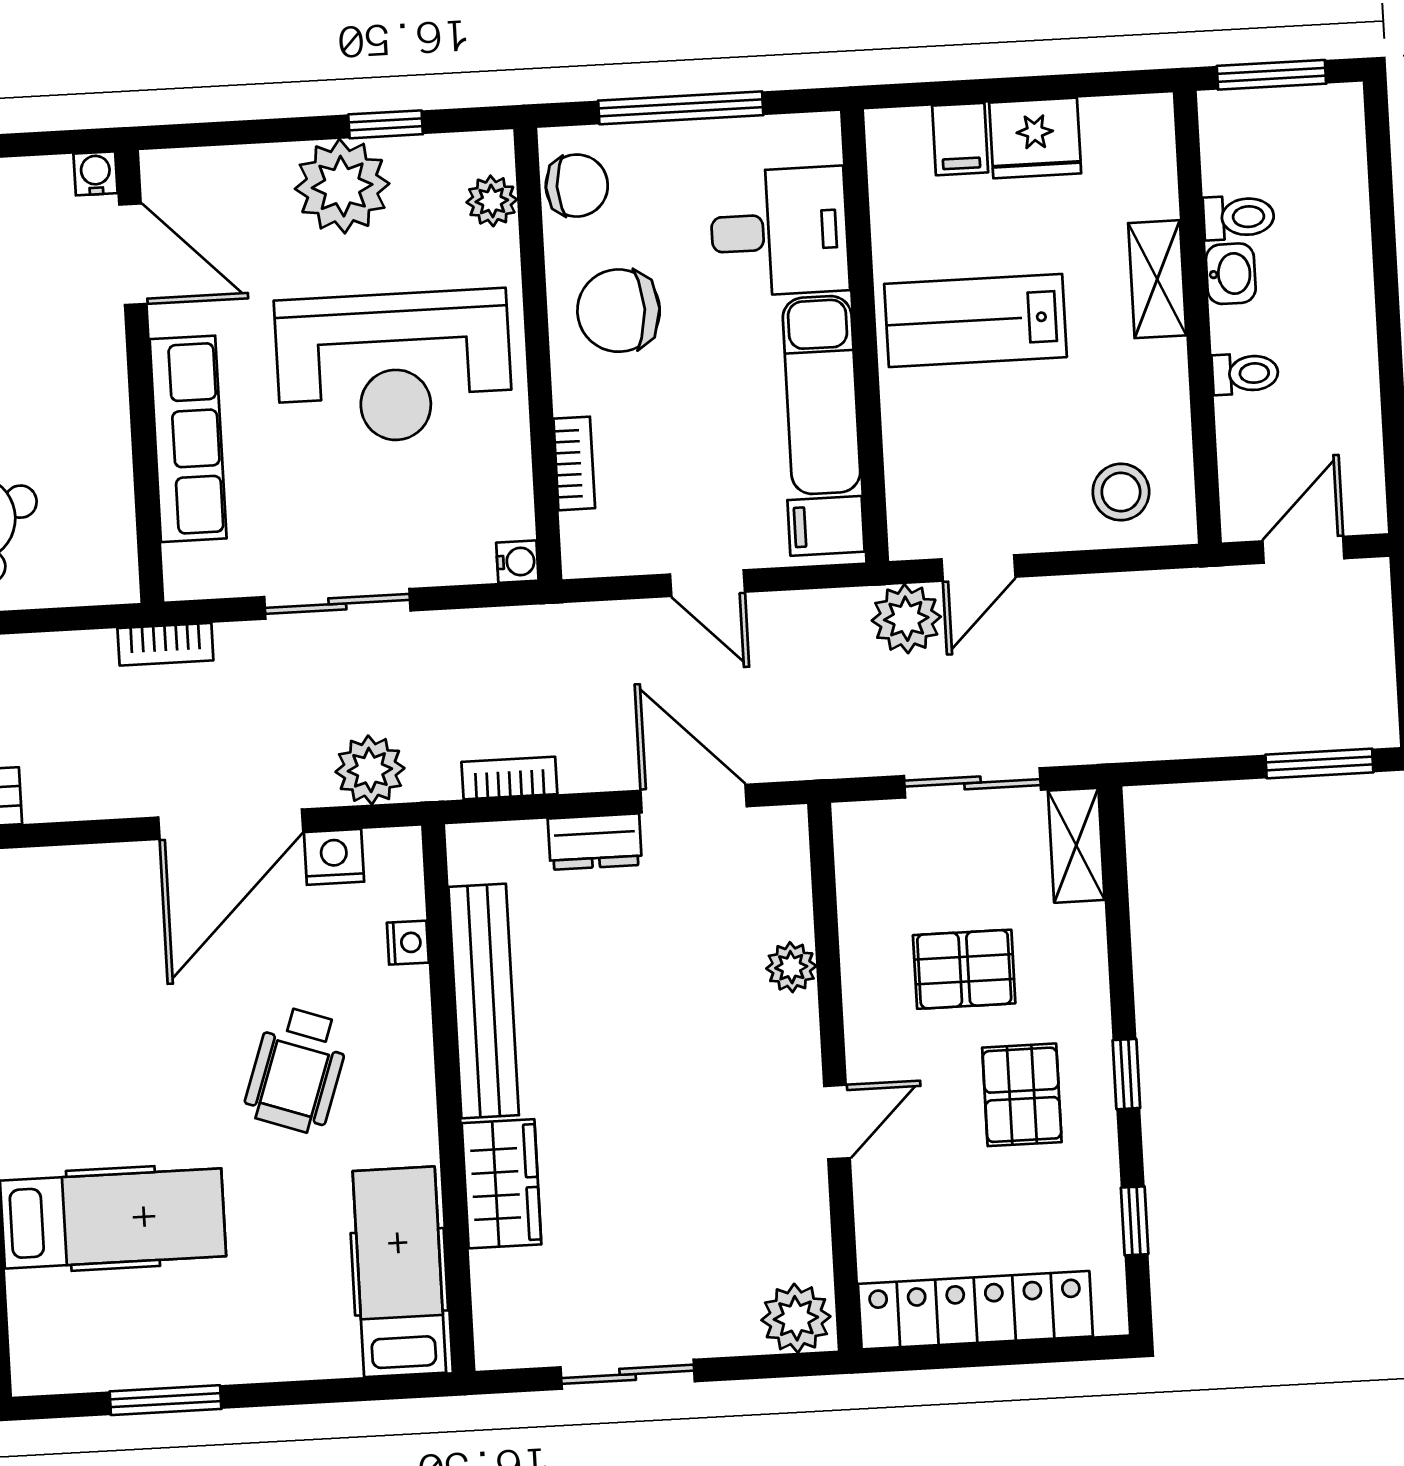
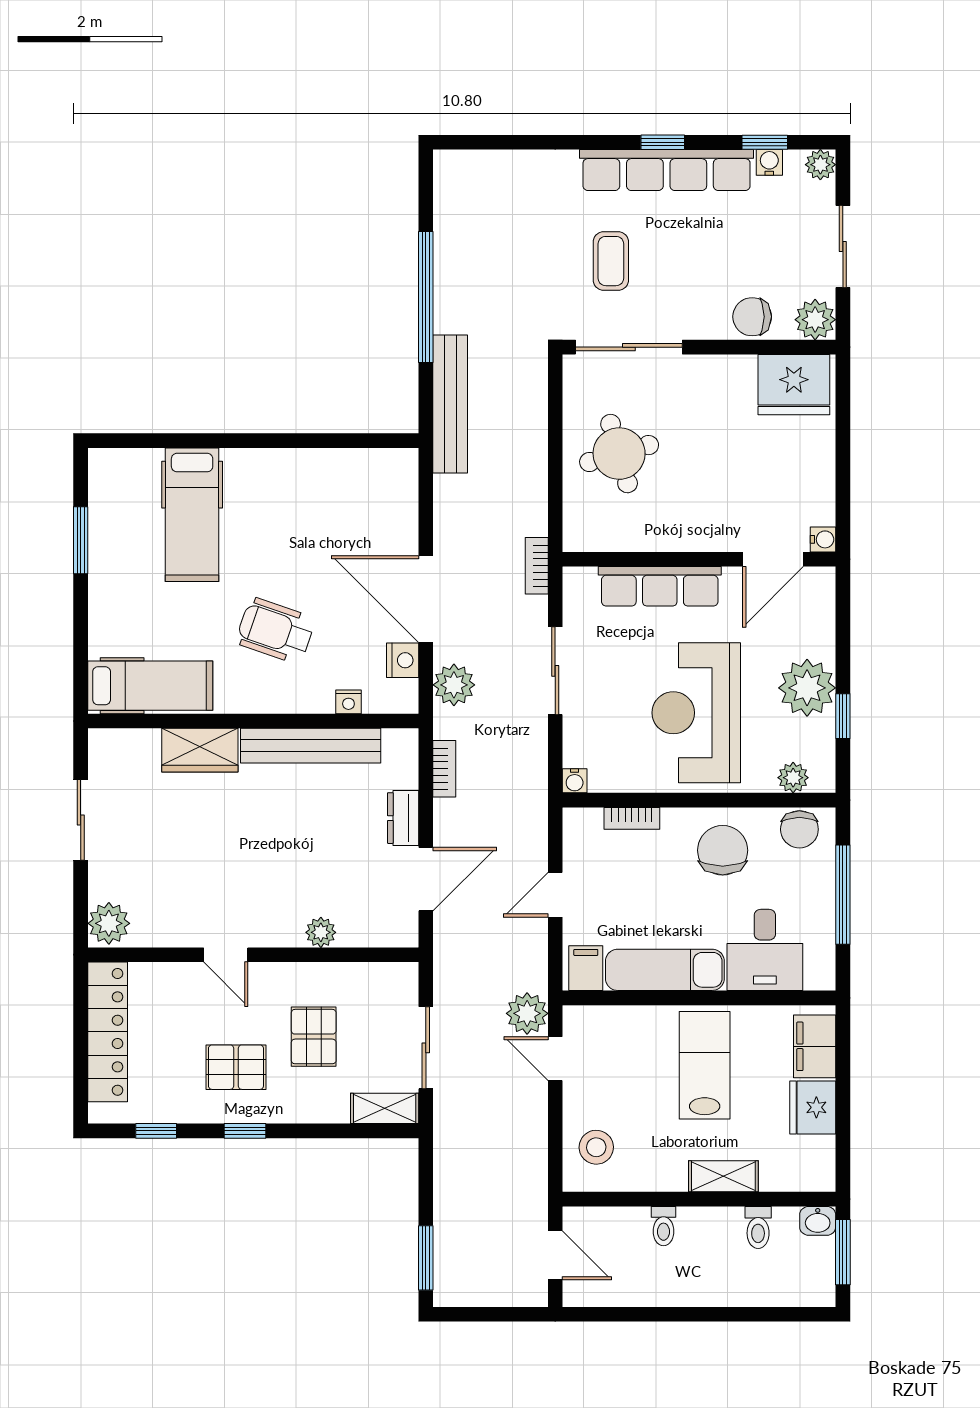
filing cabinet: (960, 139) -> (815, 1046), width x2.00
washbasin: (1231, 274) -> (818, 1221), moved

